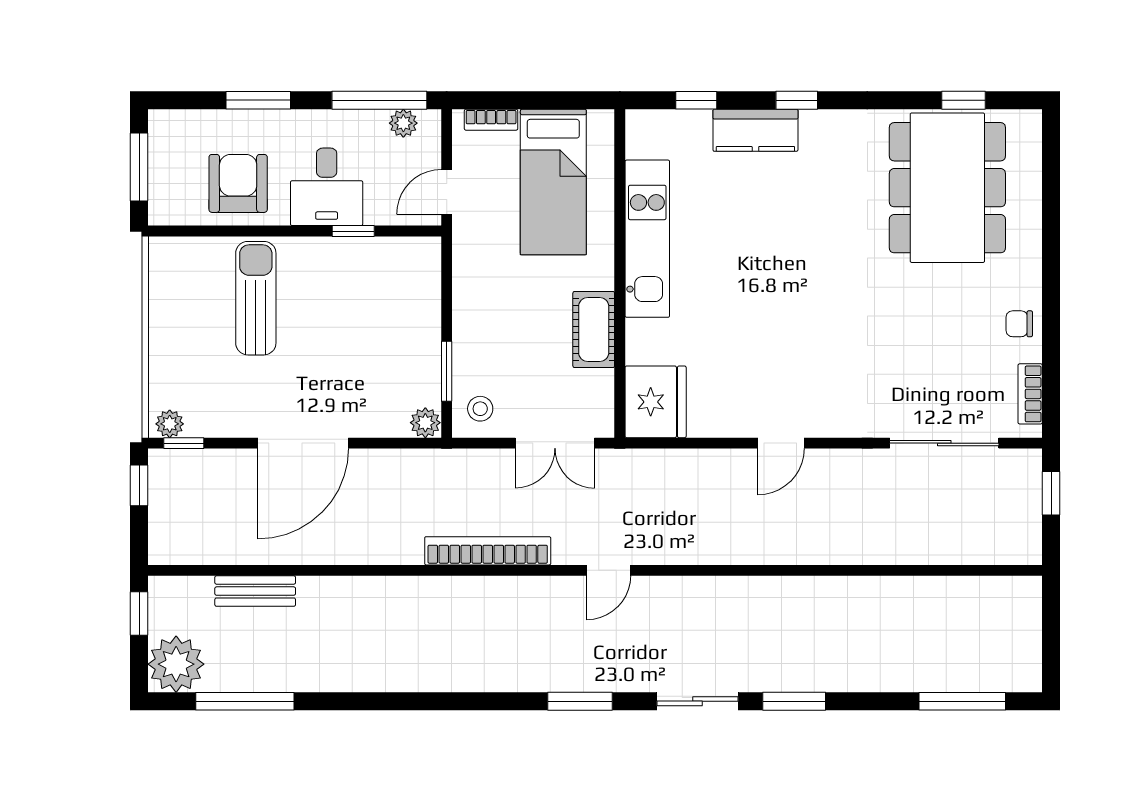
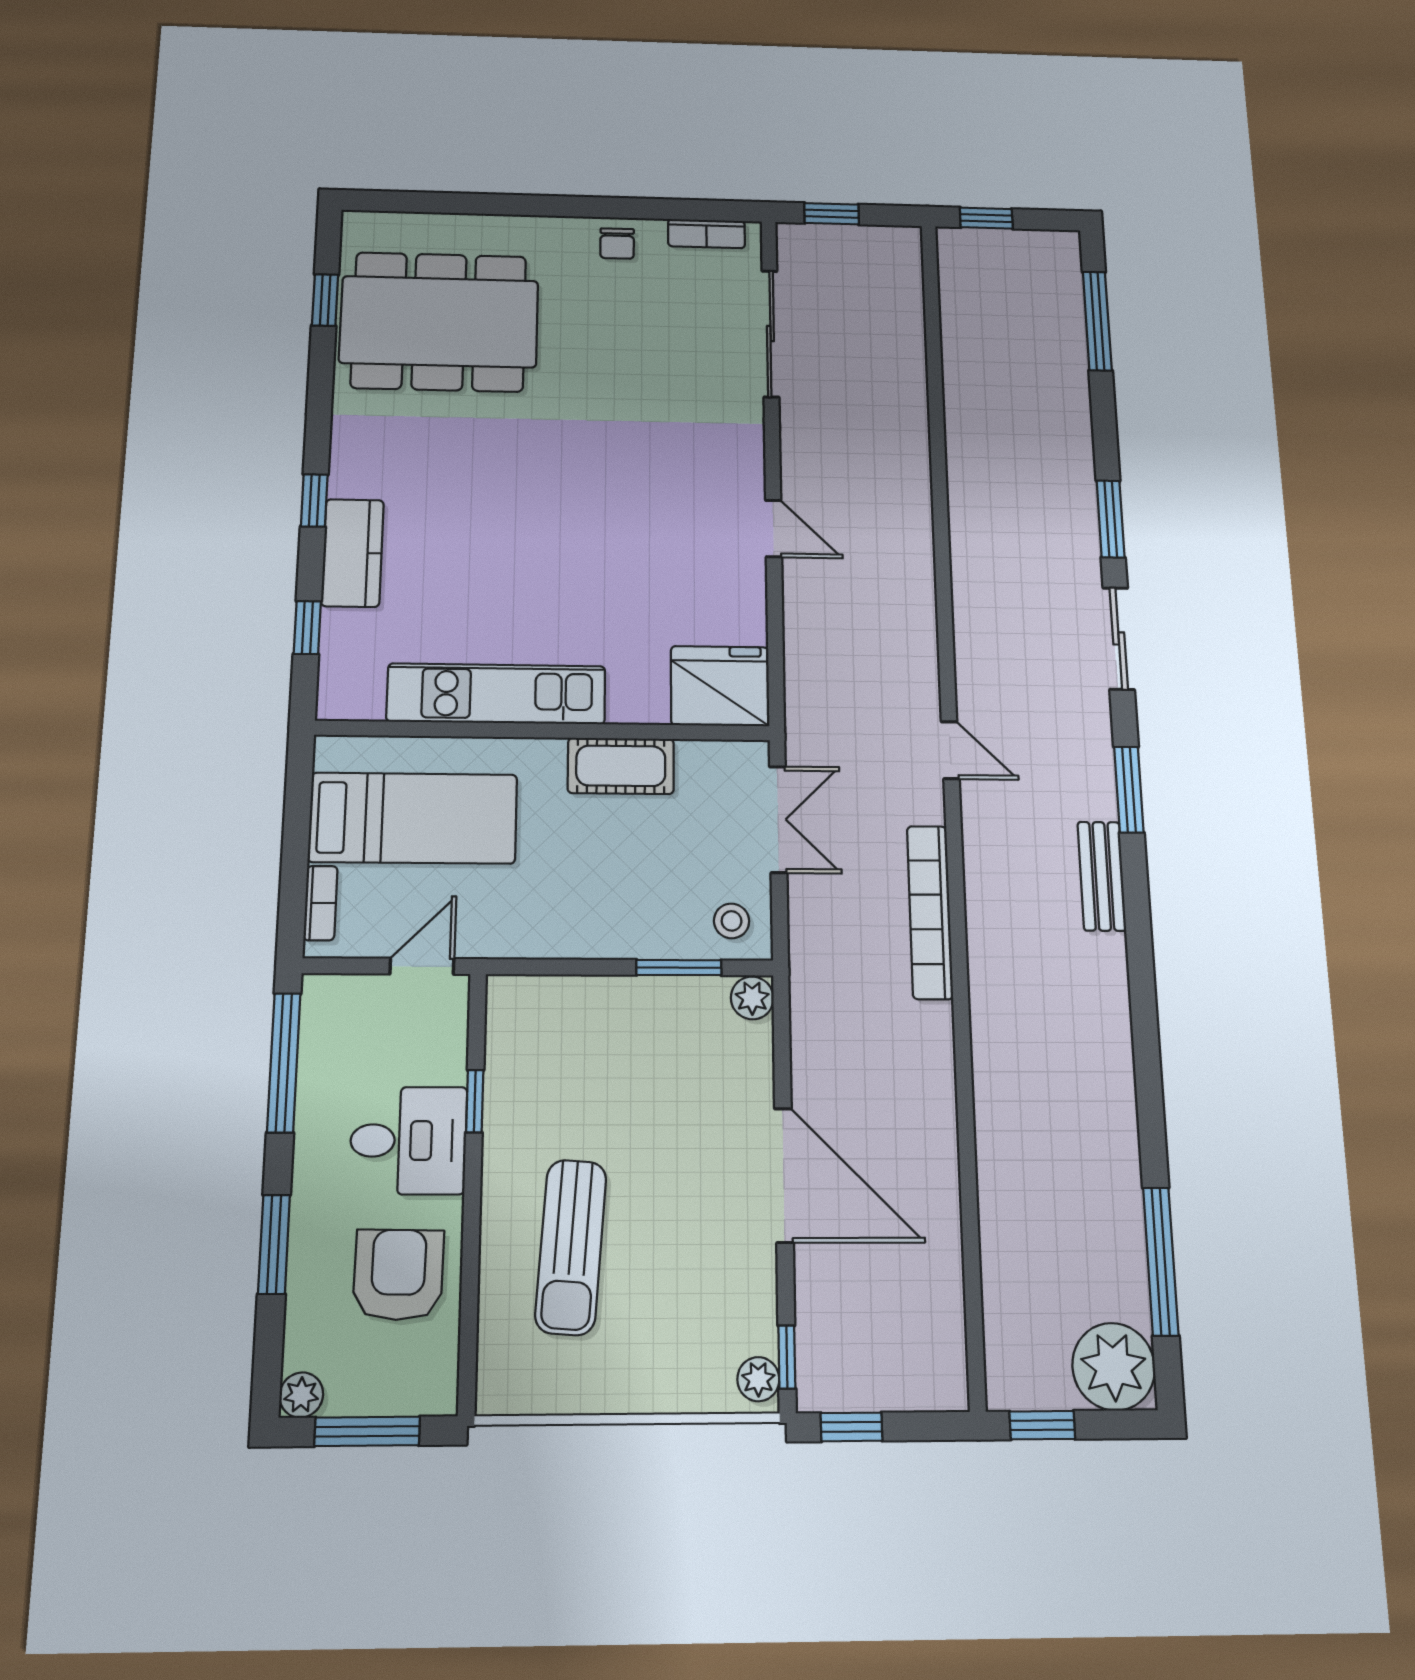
plant: (403, 123) -> (301, 1395), moved
armchair: (238, 183) -> (398, 1275), turned 91
door: (447, 192) -> (422, 966), swing flipped
sun lounger: (256, 298) -> (571, 1247), turned -86
bench: (255, 591) -> (1102, 876), moved
window: (1051, 617) -> (986, 218), added

